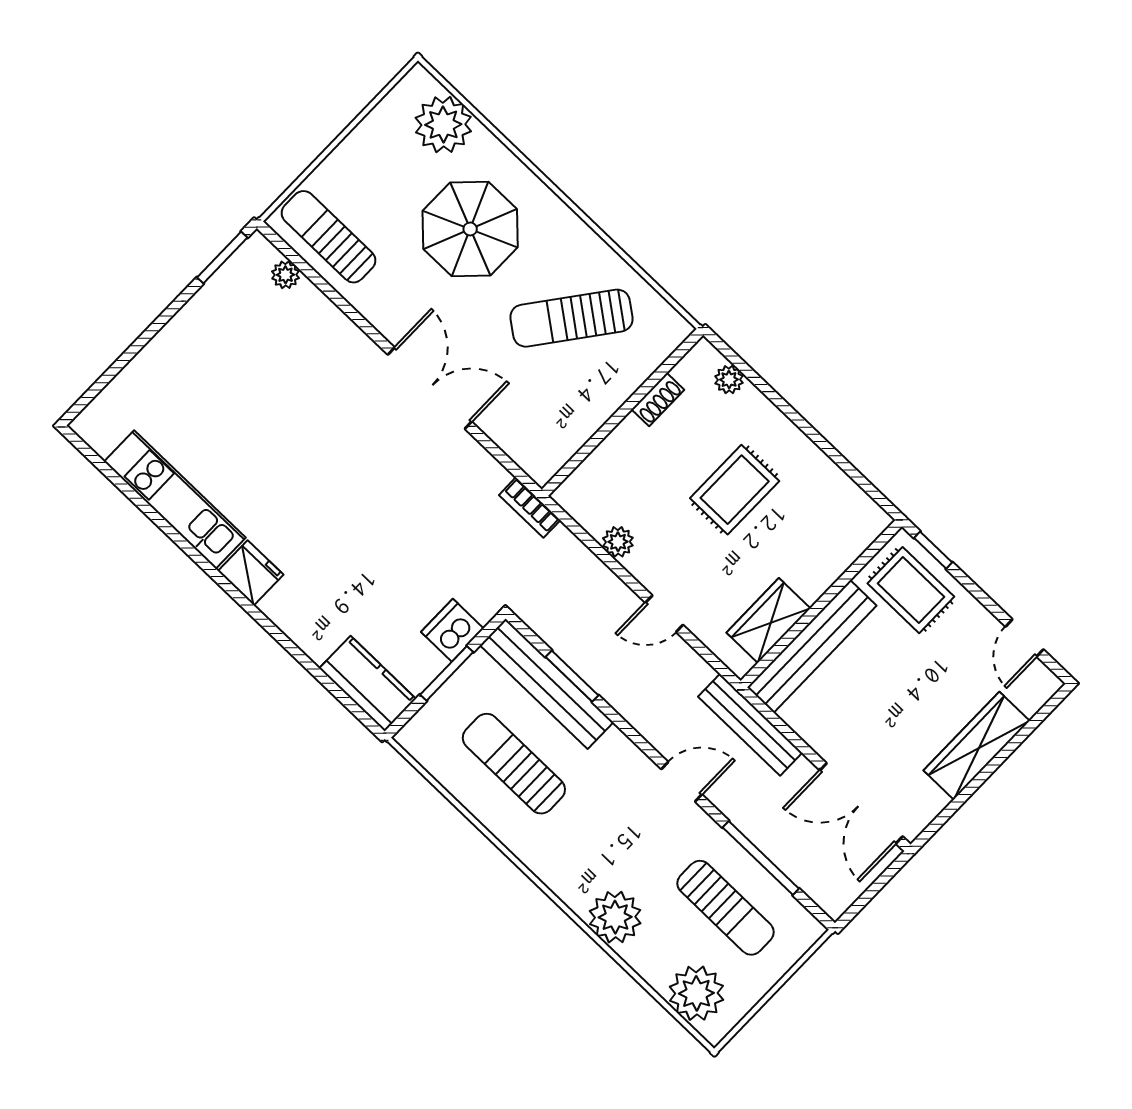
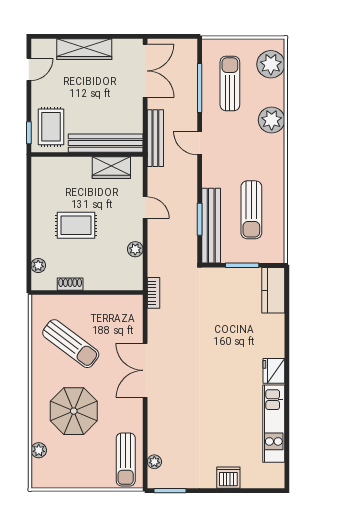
plant: (443, 125) -> (39, 450), width x0.53, depth x0.53
dishwasher: (452, 630) -> (228, 478), moved, turned 180

